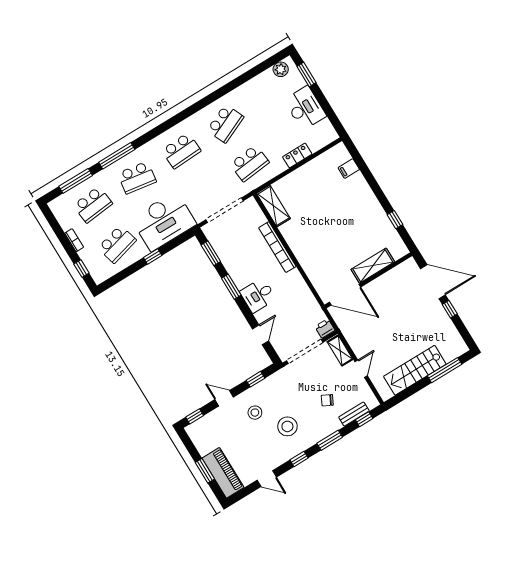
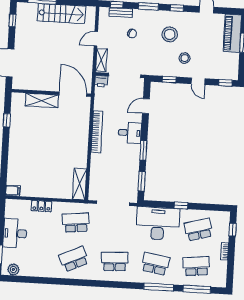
filing cabinet: (349, 169) -> (13, 191), moved
bookcase: (277, 247) -> (97, 132), moved
window: (450, 309) -> (12, 20), moved

